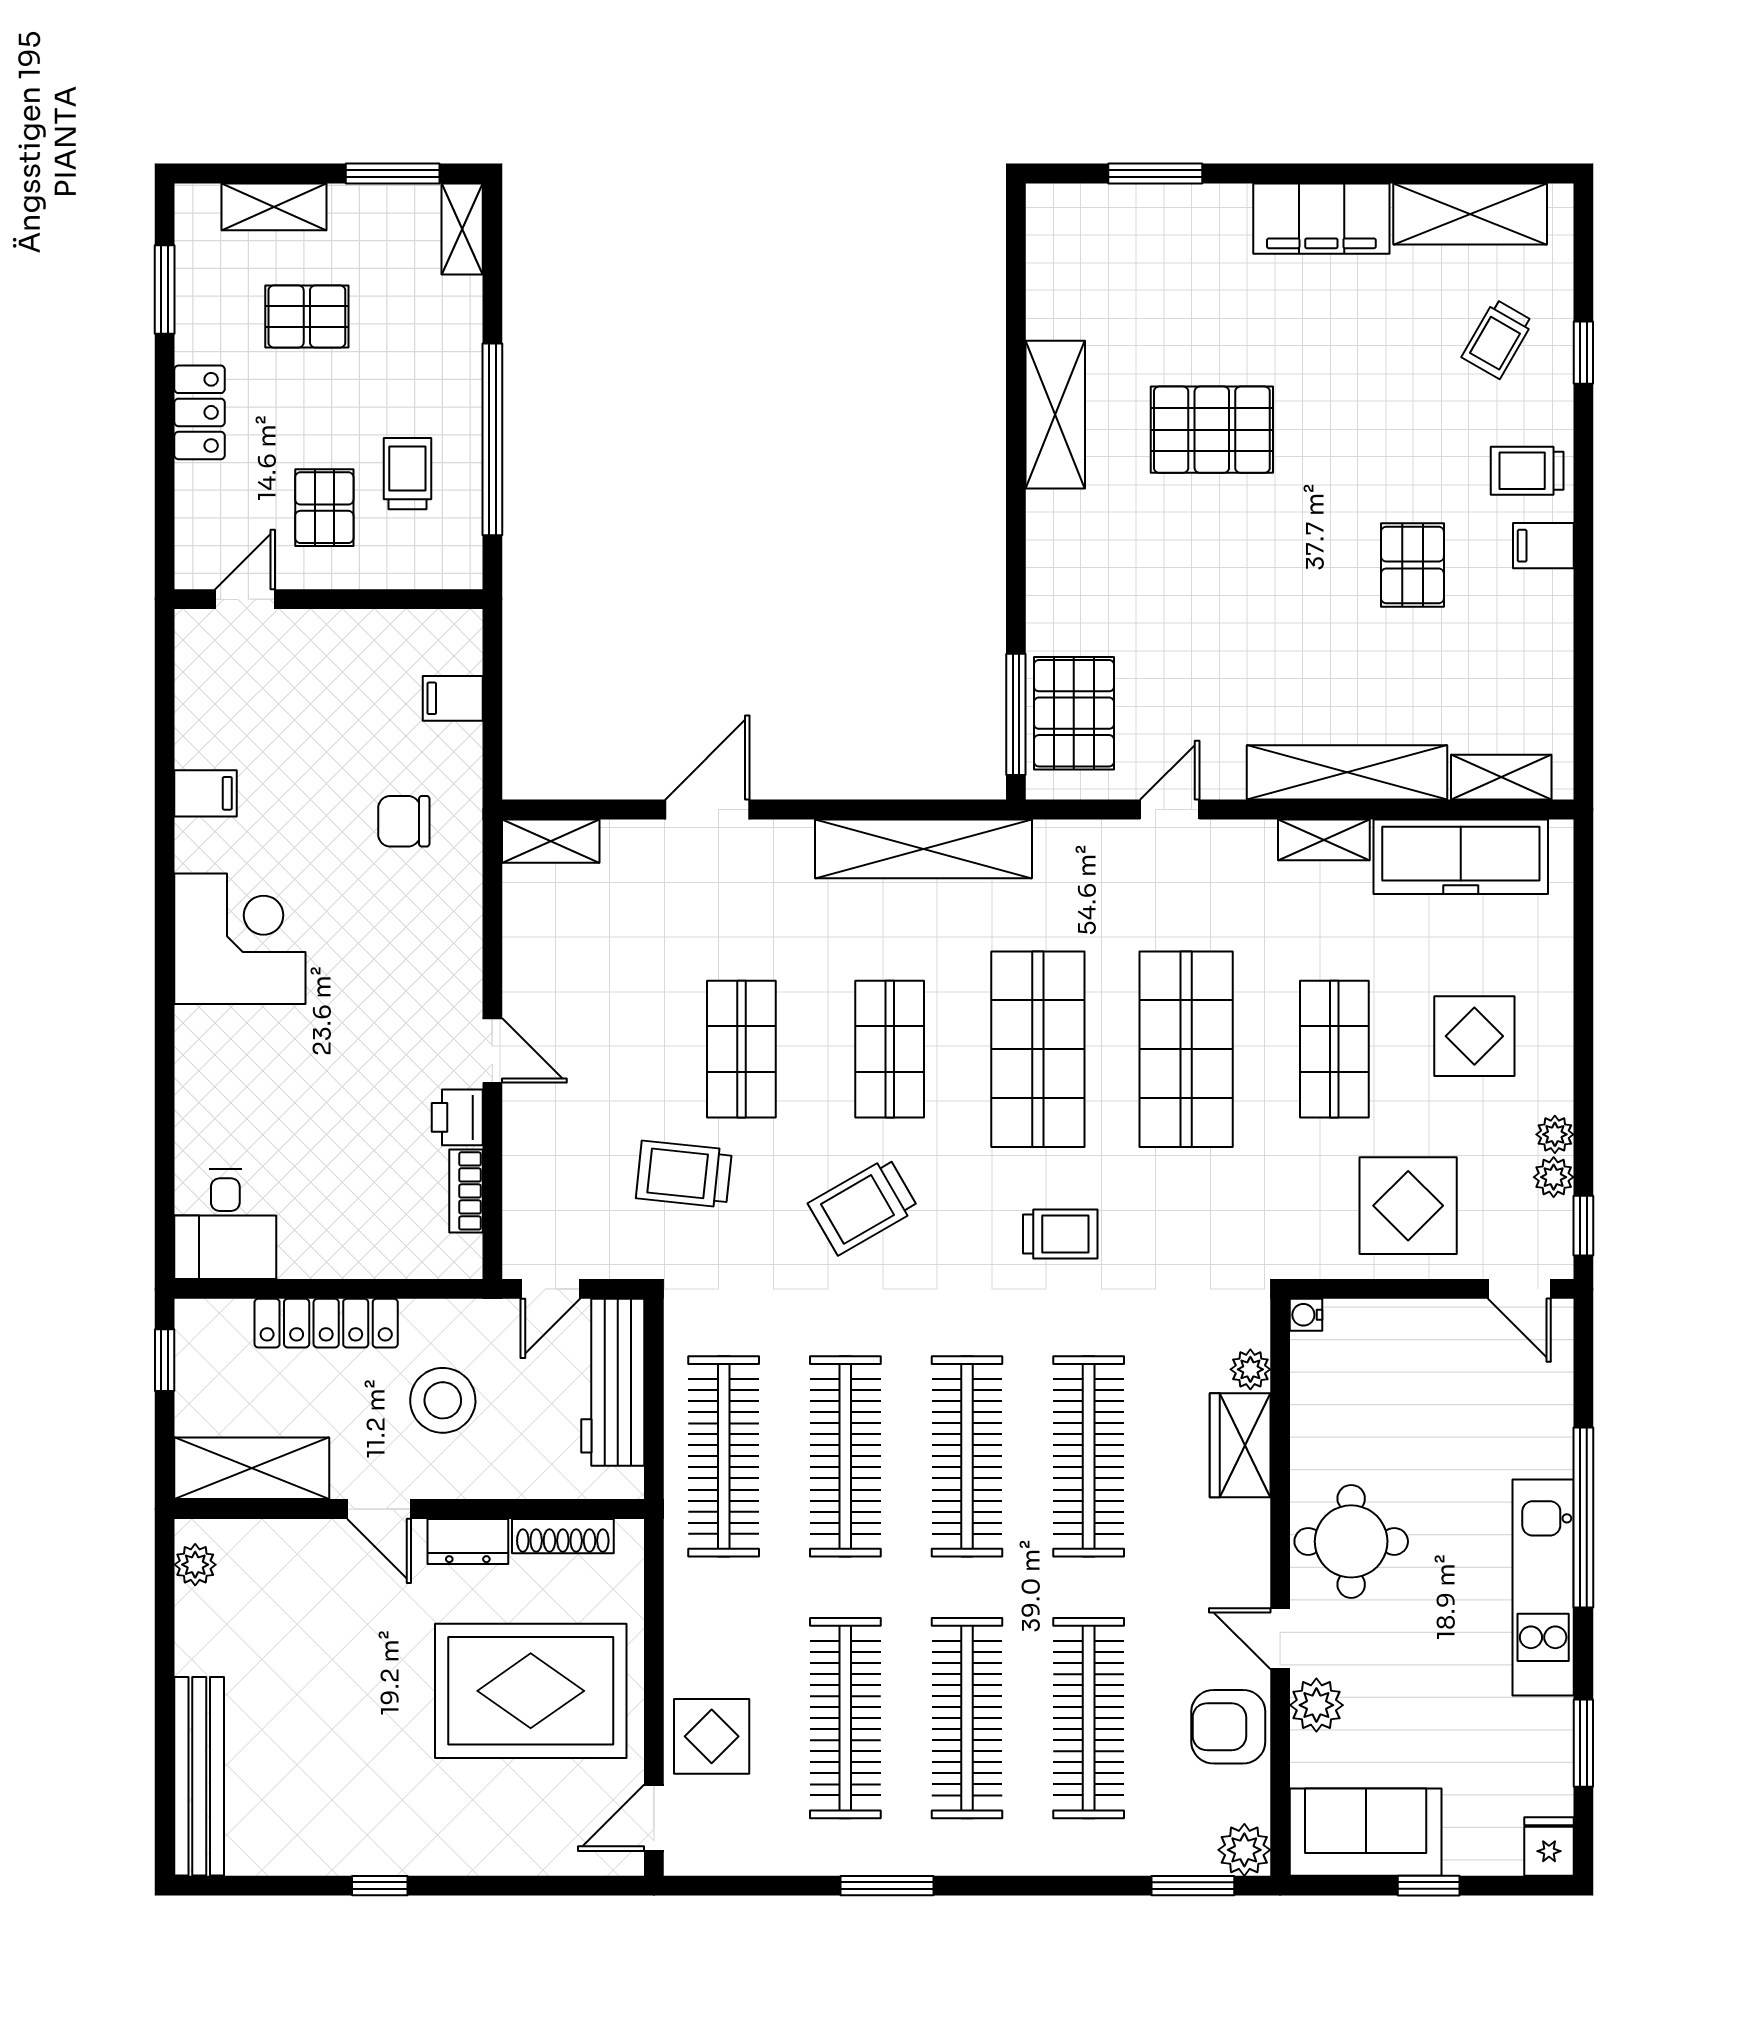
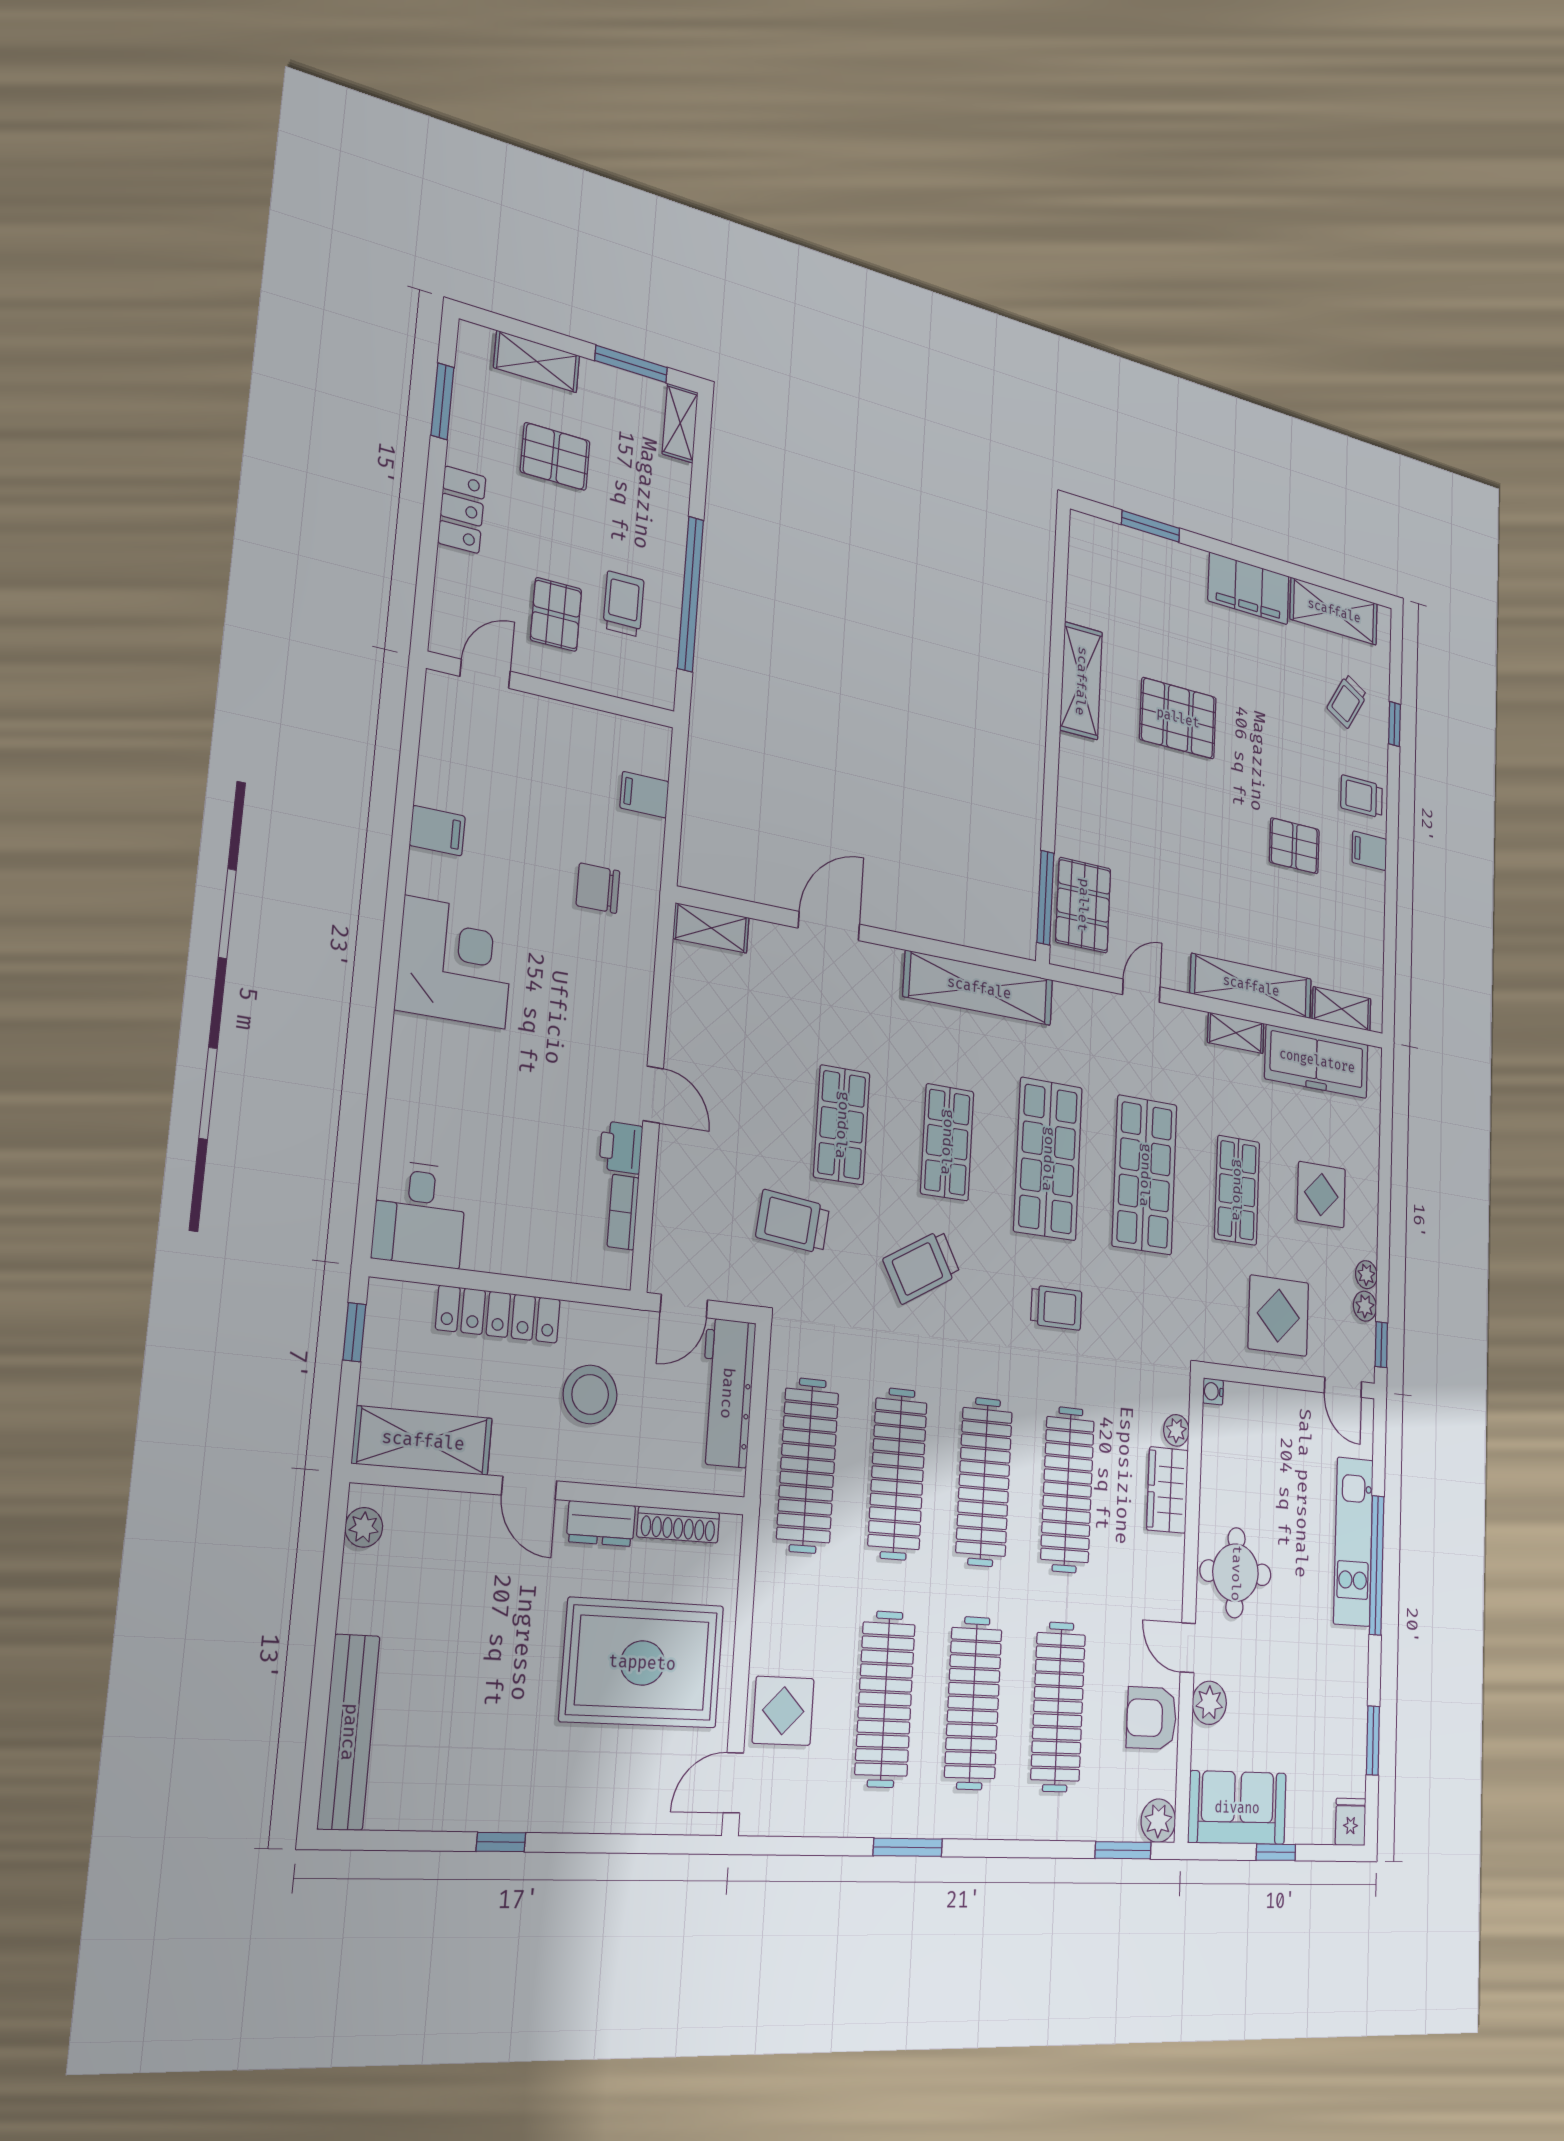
pallet: (1412, 565) -> (1294, 846), turned 90
kitchen unit: (1543, 1588) -> (1353, 1542), moved

